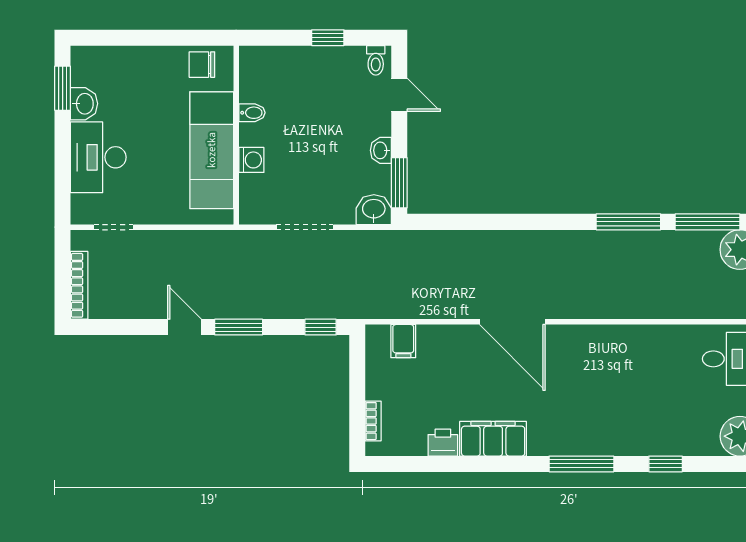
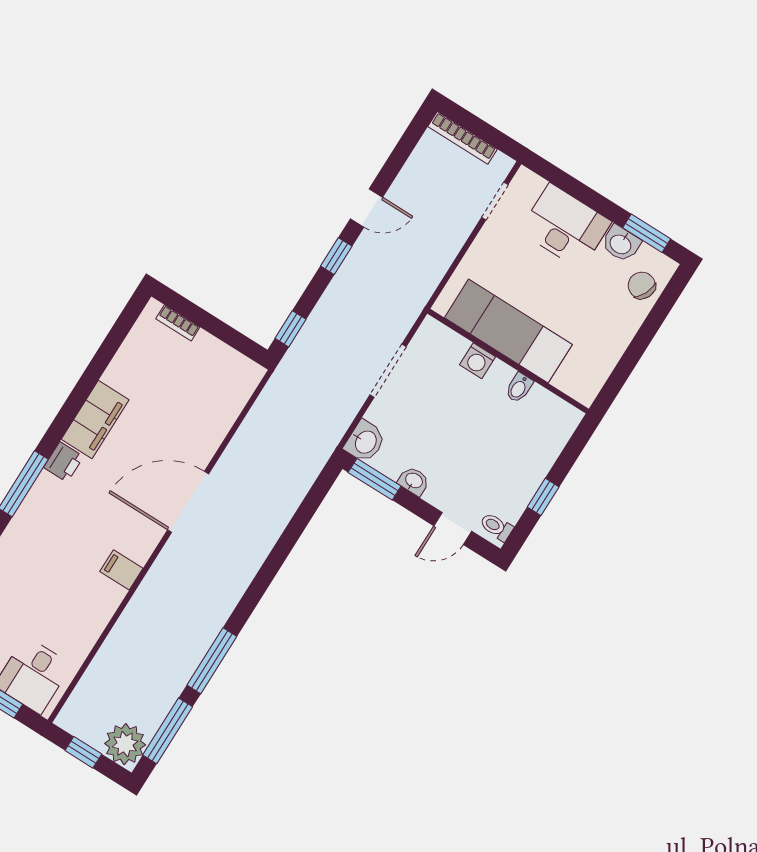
chair: (202, 65) -> (642, 285), moved, turned -65
window: (239, 327) -> (336, 256), width x0.67
filing cabinet: (403, 341) -> (121, 570), moved
printer: (443, 443) -> (64, 462), moved

